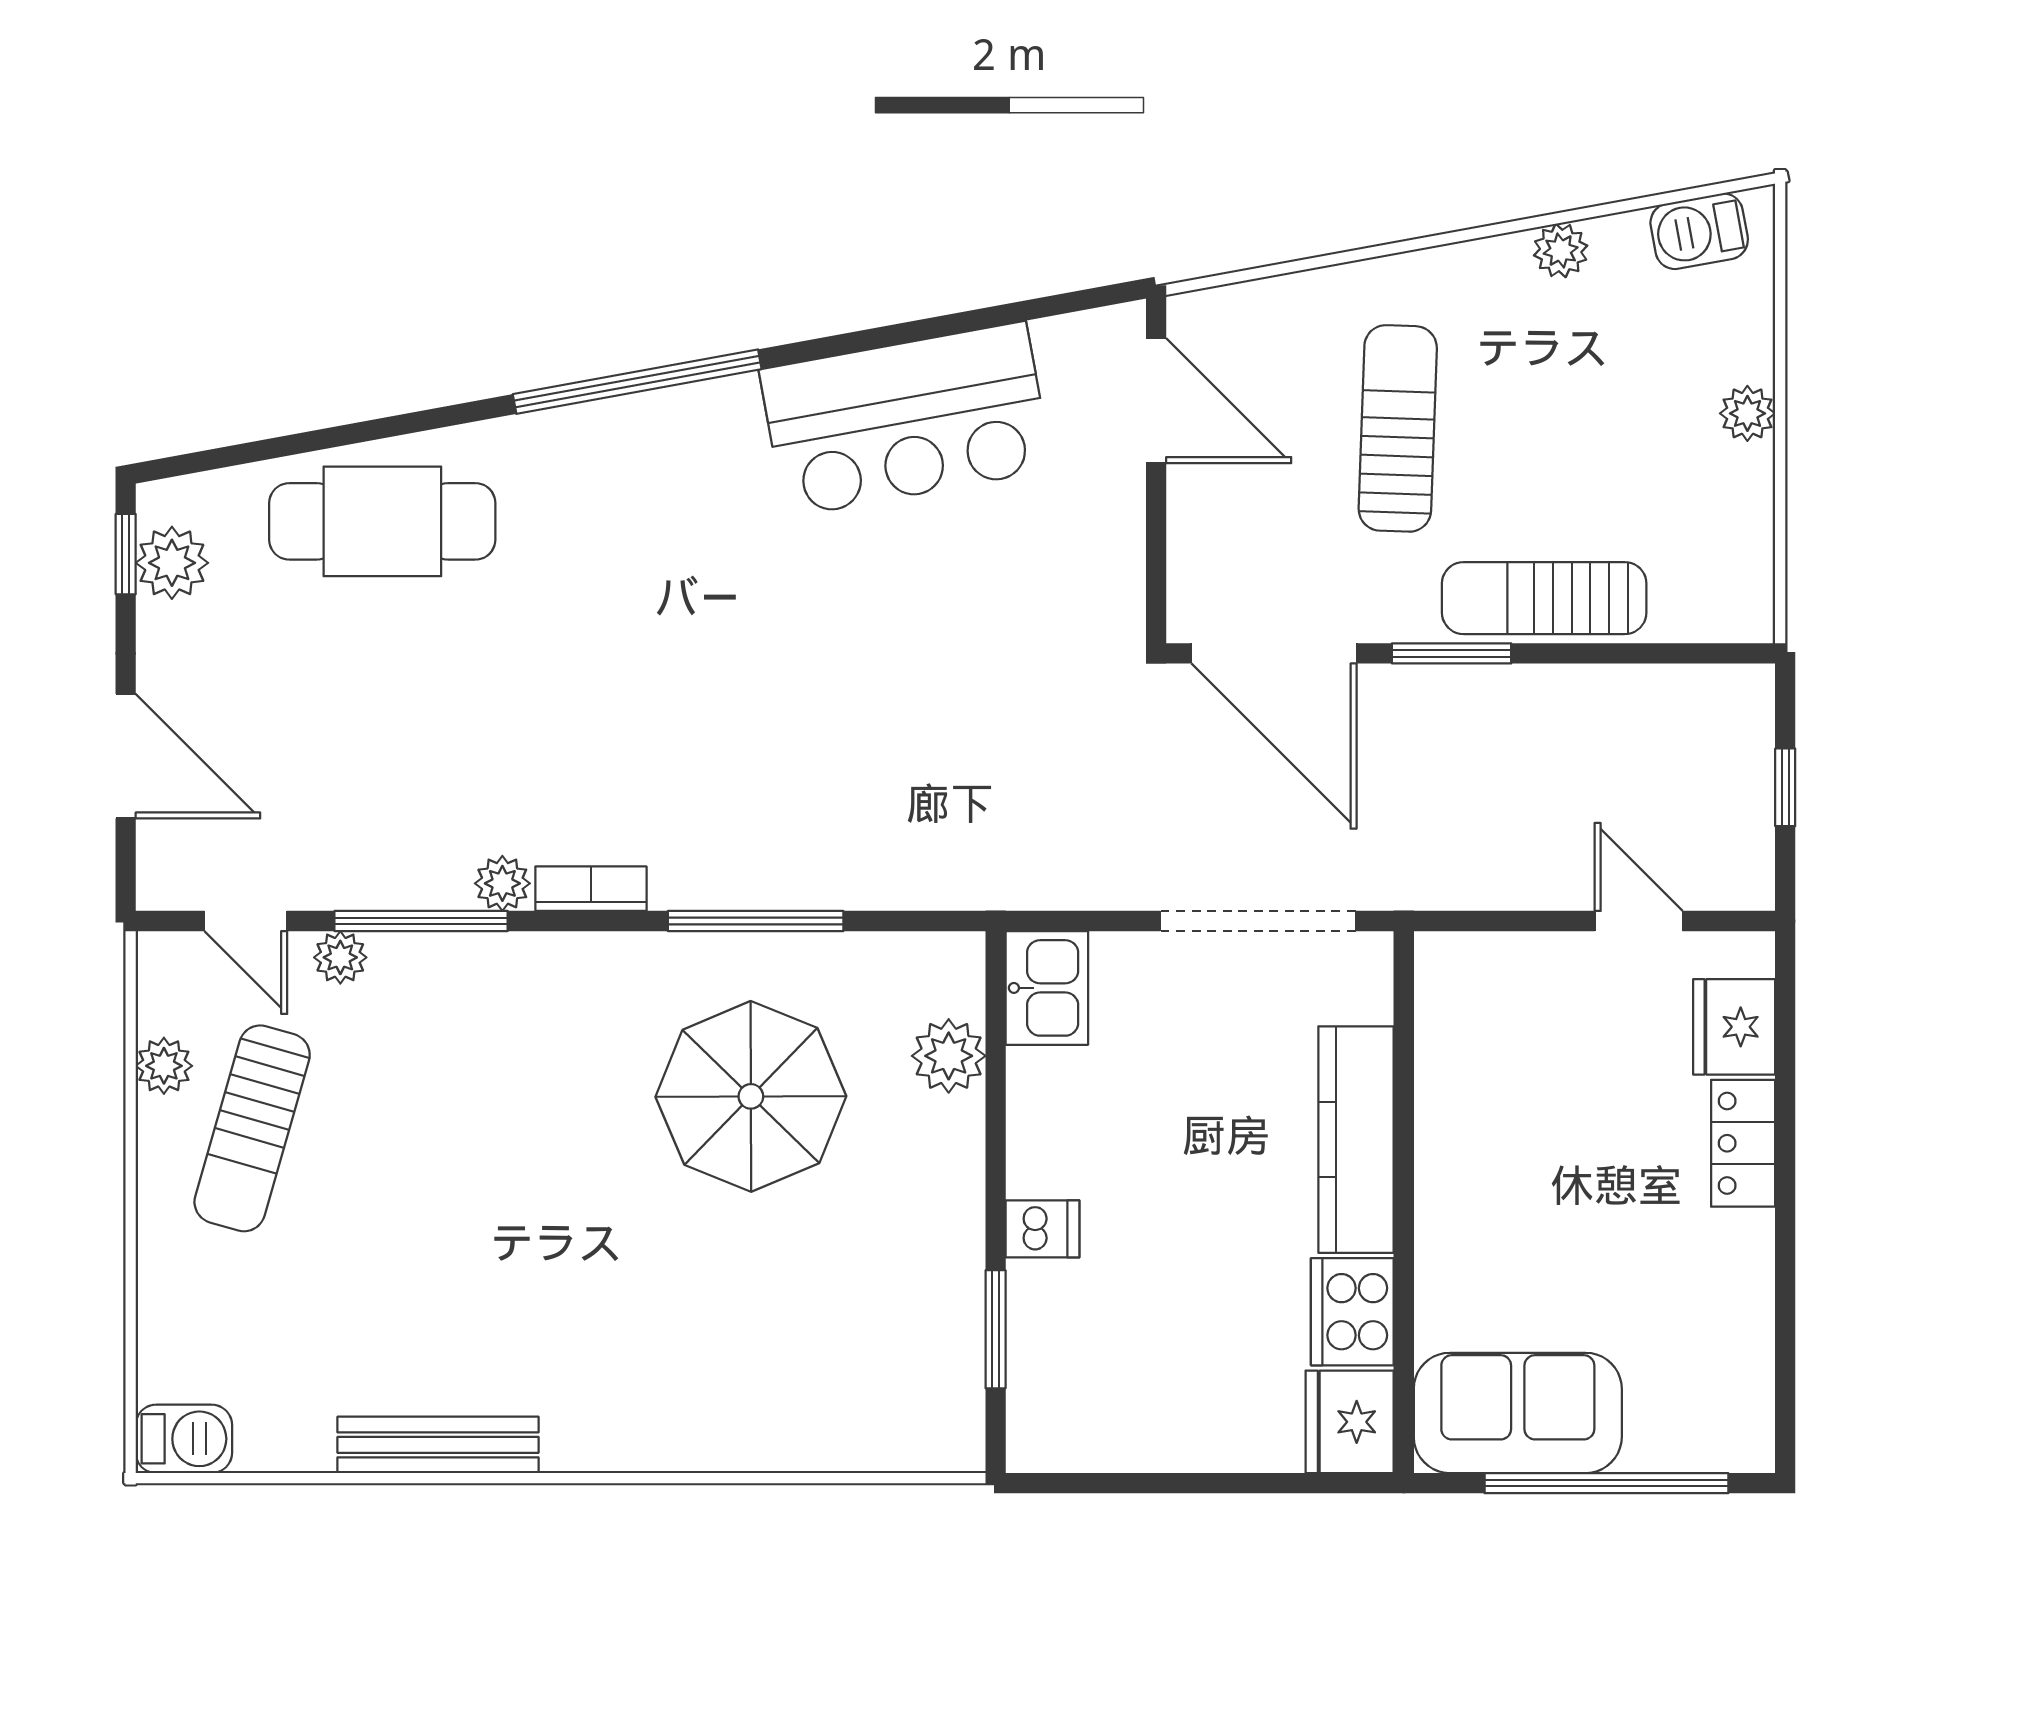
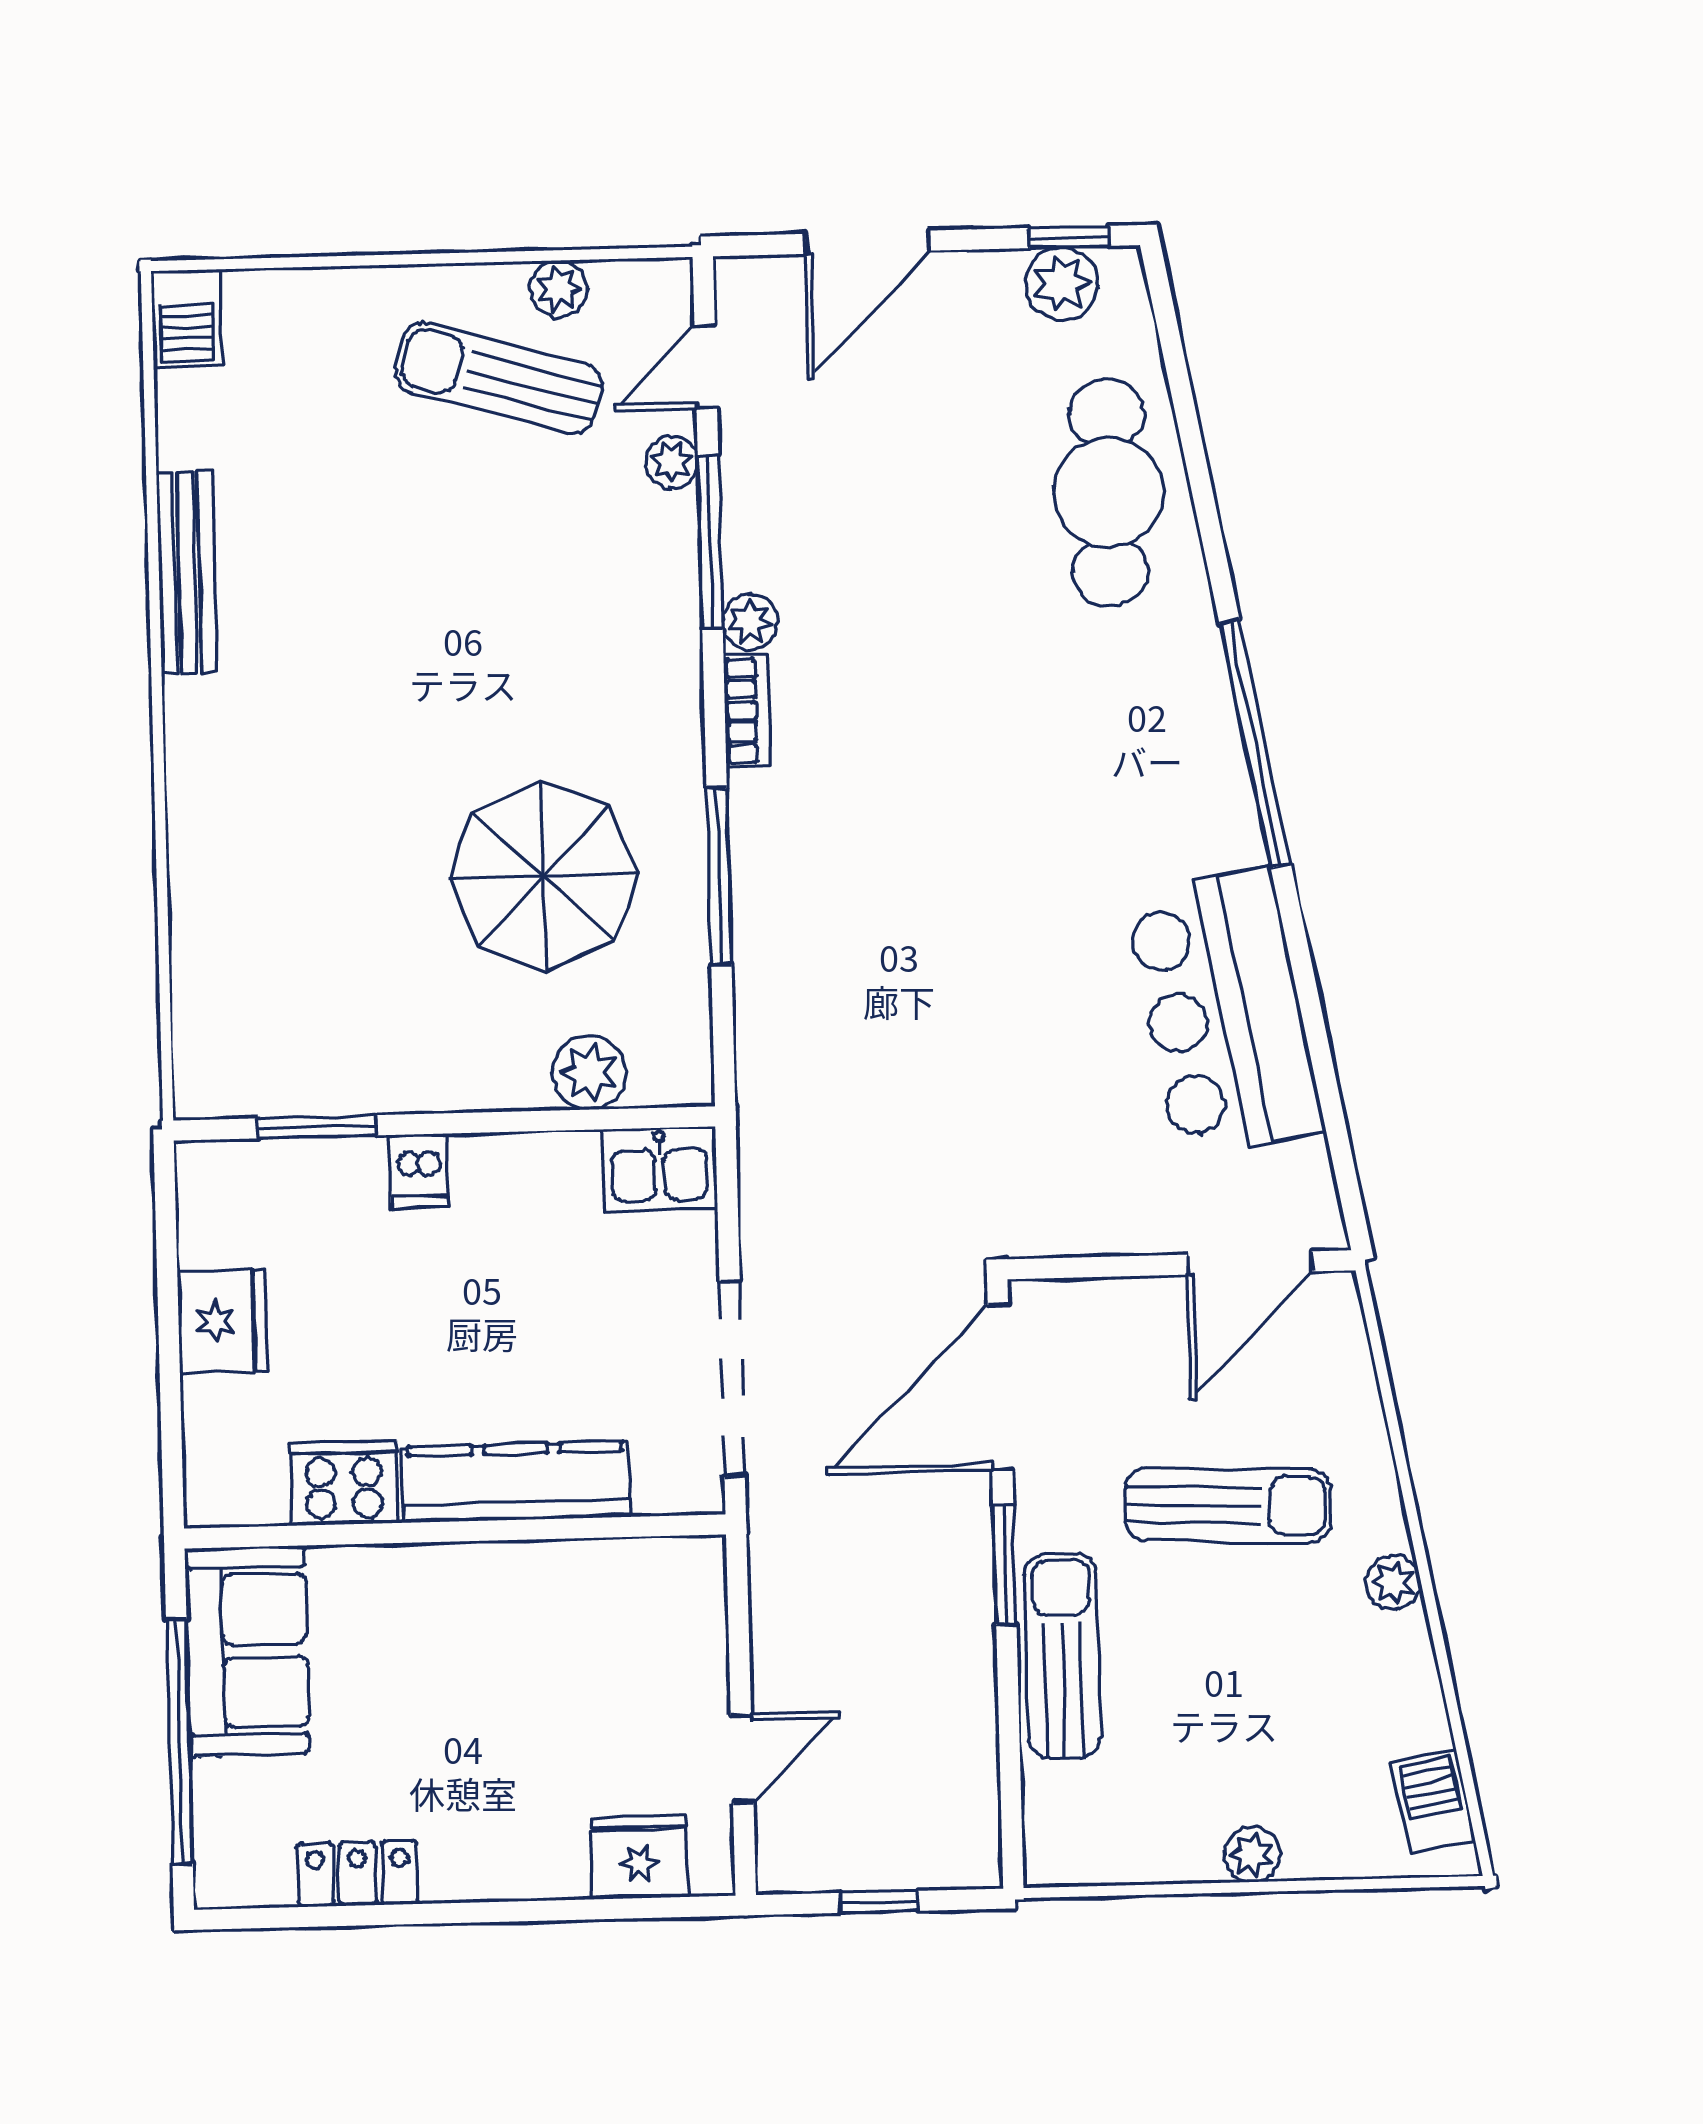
plant: (1561, 251) -> (1393, 1582), moved
locker: (1743, 1143) -> (358, 1873), moved
fridge: (1350, 1422) -> (223, 1321), moved, turned 90

